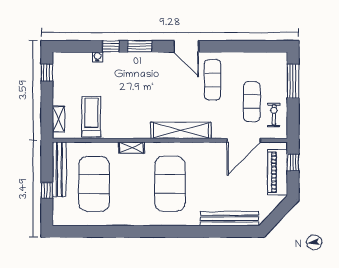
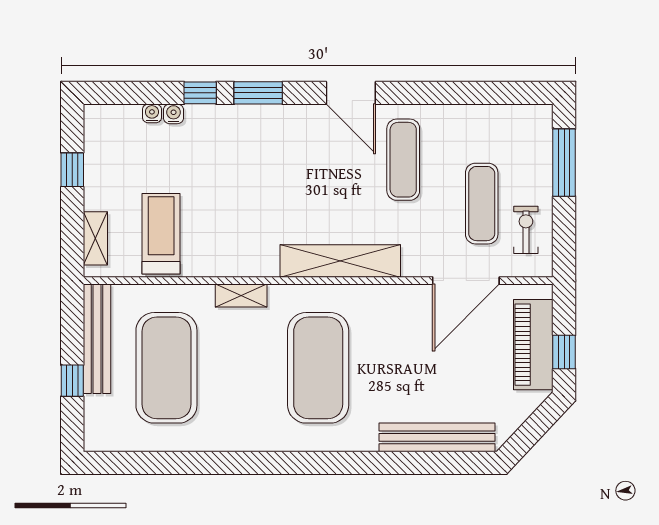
water cooler: (87, 57) -> (152, 113), added
window: (47, 73) -> (72, 170), moved
window: (293, 162) -> (564, 352), moved

